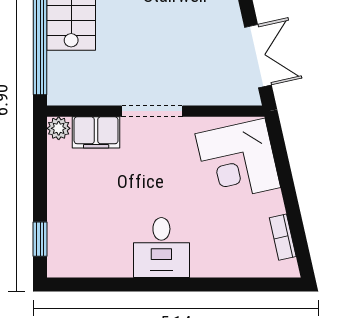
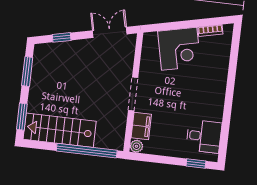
corner desk: (238, 161) -> (179, 49), moved
desk: (161, 248) -> (204, 136), moved

